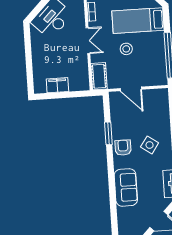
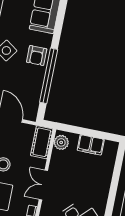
plant: (83, 80) -> (61, 142), added
window: (108, 133) -> (49, 76), width x2.11

